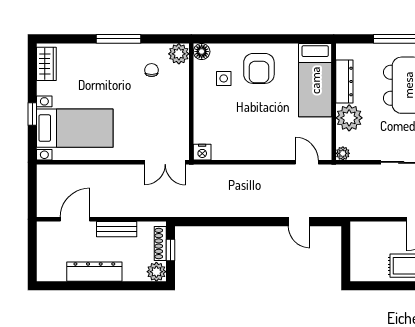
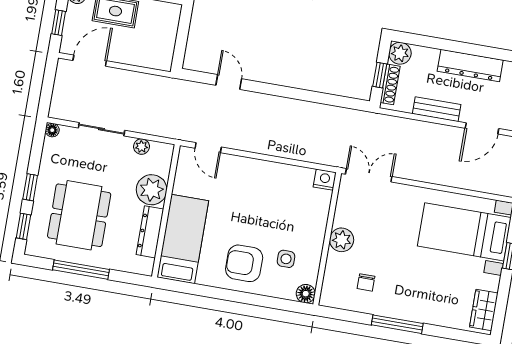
plant: (179, 54) -> (342, 240), moved
armchair: (259, 68) -> (244, 263), turned -90
plant: (343, 153) -> (142, 147), moved

